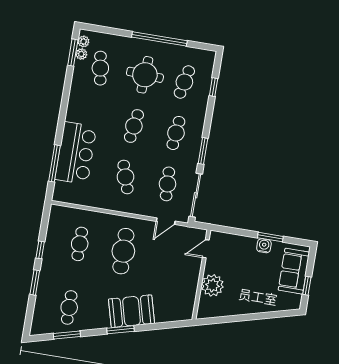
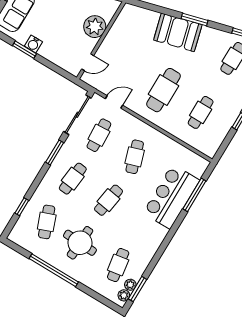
cafe table: (184, 82) -> (47, 222), turned -33

